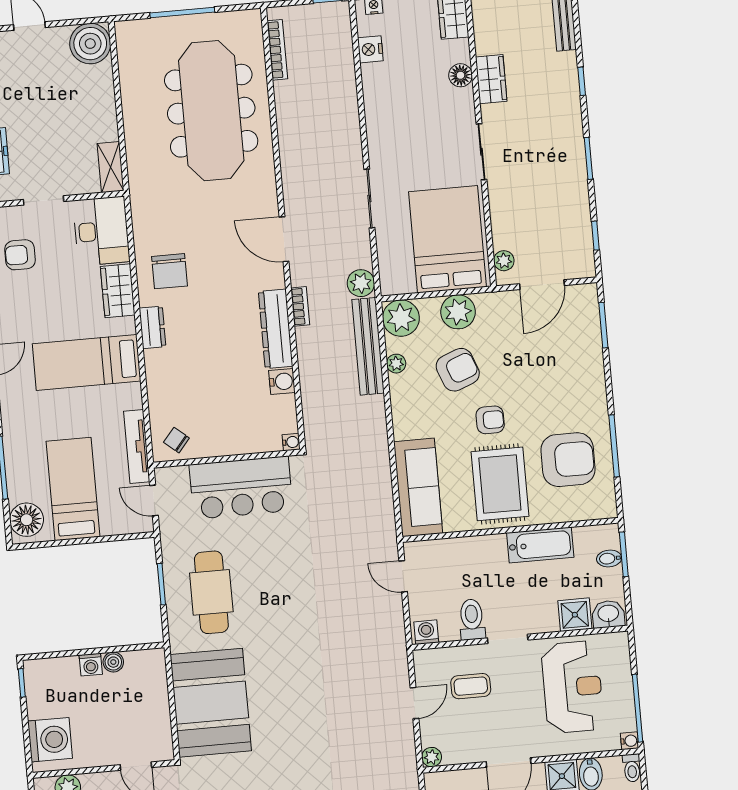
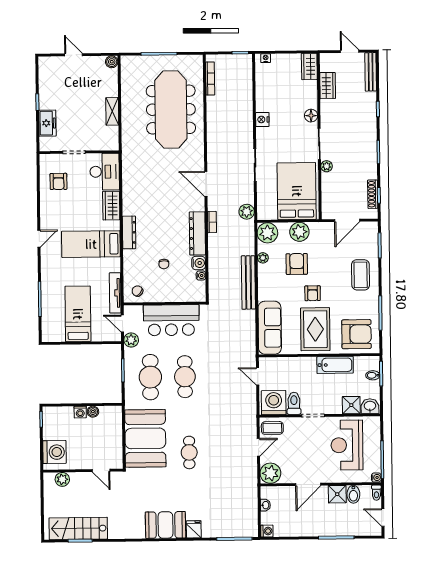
boiler: (90, 44) -> (112, 62), width x0.54, depth x0.54
nightstand: (370, 49) -> (262, 119), moved
floor lamp: (460, 75) -> (311, 116), moved
wardrobe: (491, 79) -> (328, 86), moved
shelving: (110, 167) -> (112, 111), moved
shoe rack: (584, 234) -> (373, 194), added
armchair: (20, 255) -> (58, 181), turned -90
plant: (504, 261) -> (327, 166), moved
chair: (170, 271) -> (164, 264), moved, width x0.54, depth x0.54
dresser: (153, 327) -> (129, 232), width x1.44
bench: (368, 346) -> (248, 282), moved
armchair: (458, 370) -> (297, 264), turned -69
coffee table: (573, 380) -> (361, 275), added
armchair: (490, 420) -> (313, 293), turned 90
water cooler: (291, 442) -> (201, 275), moved
armchair: (568, 460) -> (356, 334), moved
floor lamp: (27, 520) -> (51, 329), removed
plant: (172, 529) -> (131, 340), added
cafe table: (273, 587) -> (185, 377), added
washing machine: (426, 632) -> (274, 403), width x1.89, depth x1.89
coffee table: (471, 686) -> (272, 428), moved
reception desk: (572, 687) -> (347, 445), turned 180
cafe table: (291, 722) -> (189, 452), added
plant: (432, 757) -> (270, 473), width x1.88, depth x1.88

